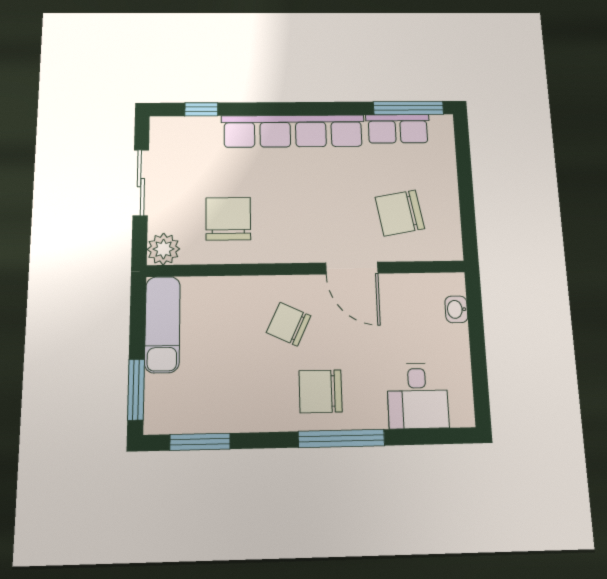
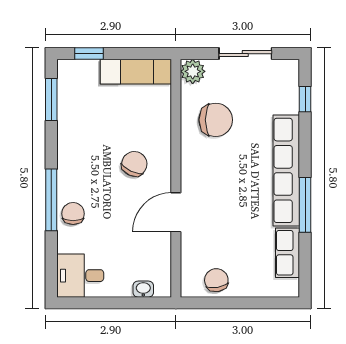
window: (408, 108) -> (305, 205), moved
chair: (400, 213) -> (216, 280), moved, width x0.73, depth x0.73
window: (136, 390) -> (89, 54), width x0.67
chair: (321, 391) -> (73, 214), moved, width x0.73, depth x0.73
desk: (418, 396) -> (80, 276), moved

